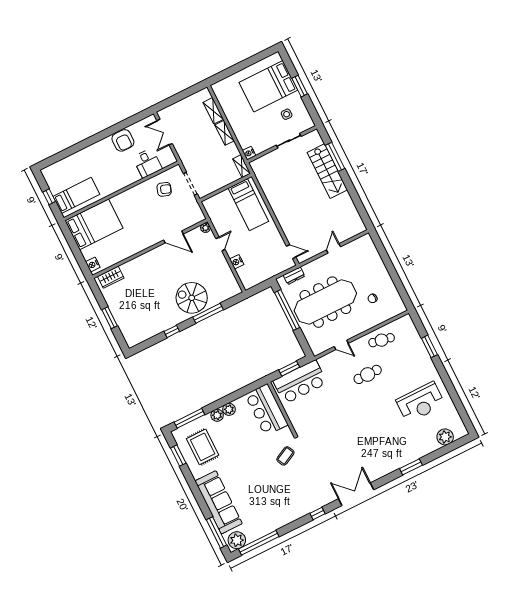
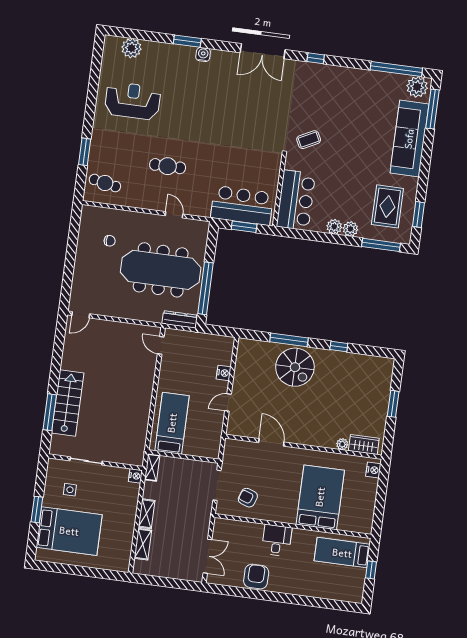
desk: (147, 163) -> (277, 540), moved
bed: (94, 224) -> (320, 497), moved, turned 90
plant: (205, 228) -> (342, 444), moved
door: (333, 248) -> (81, 315), moved
dresser: (294, 276) -> (180, 319), width x1.44
cafe table: (382, 340) -> (105, 183), moved
water cooler: (394, 465) -> (203, 54), added

